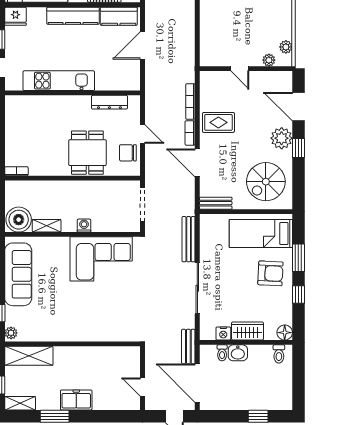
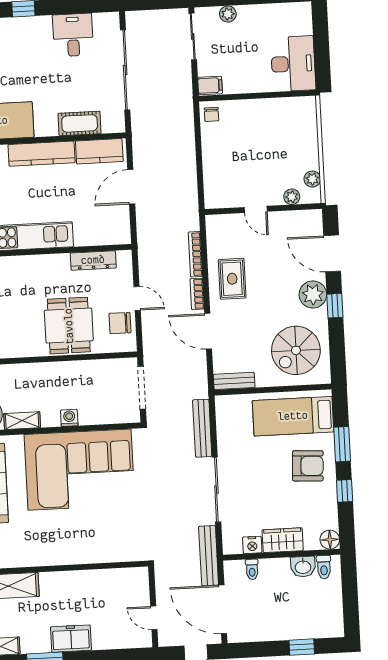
rug: (218, 122) -> (232, 279), turned 90
corner sofa: (101, 259) -> (79, 470), width x1.36, depth x1.36
bench: (188, 347) -> (209, 556), width x1.36
washbasin: (238, 353) -> (303, 567), moved

